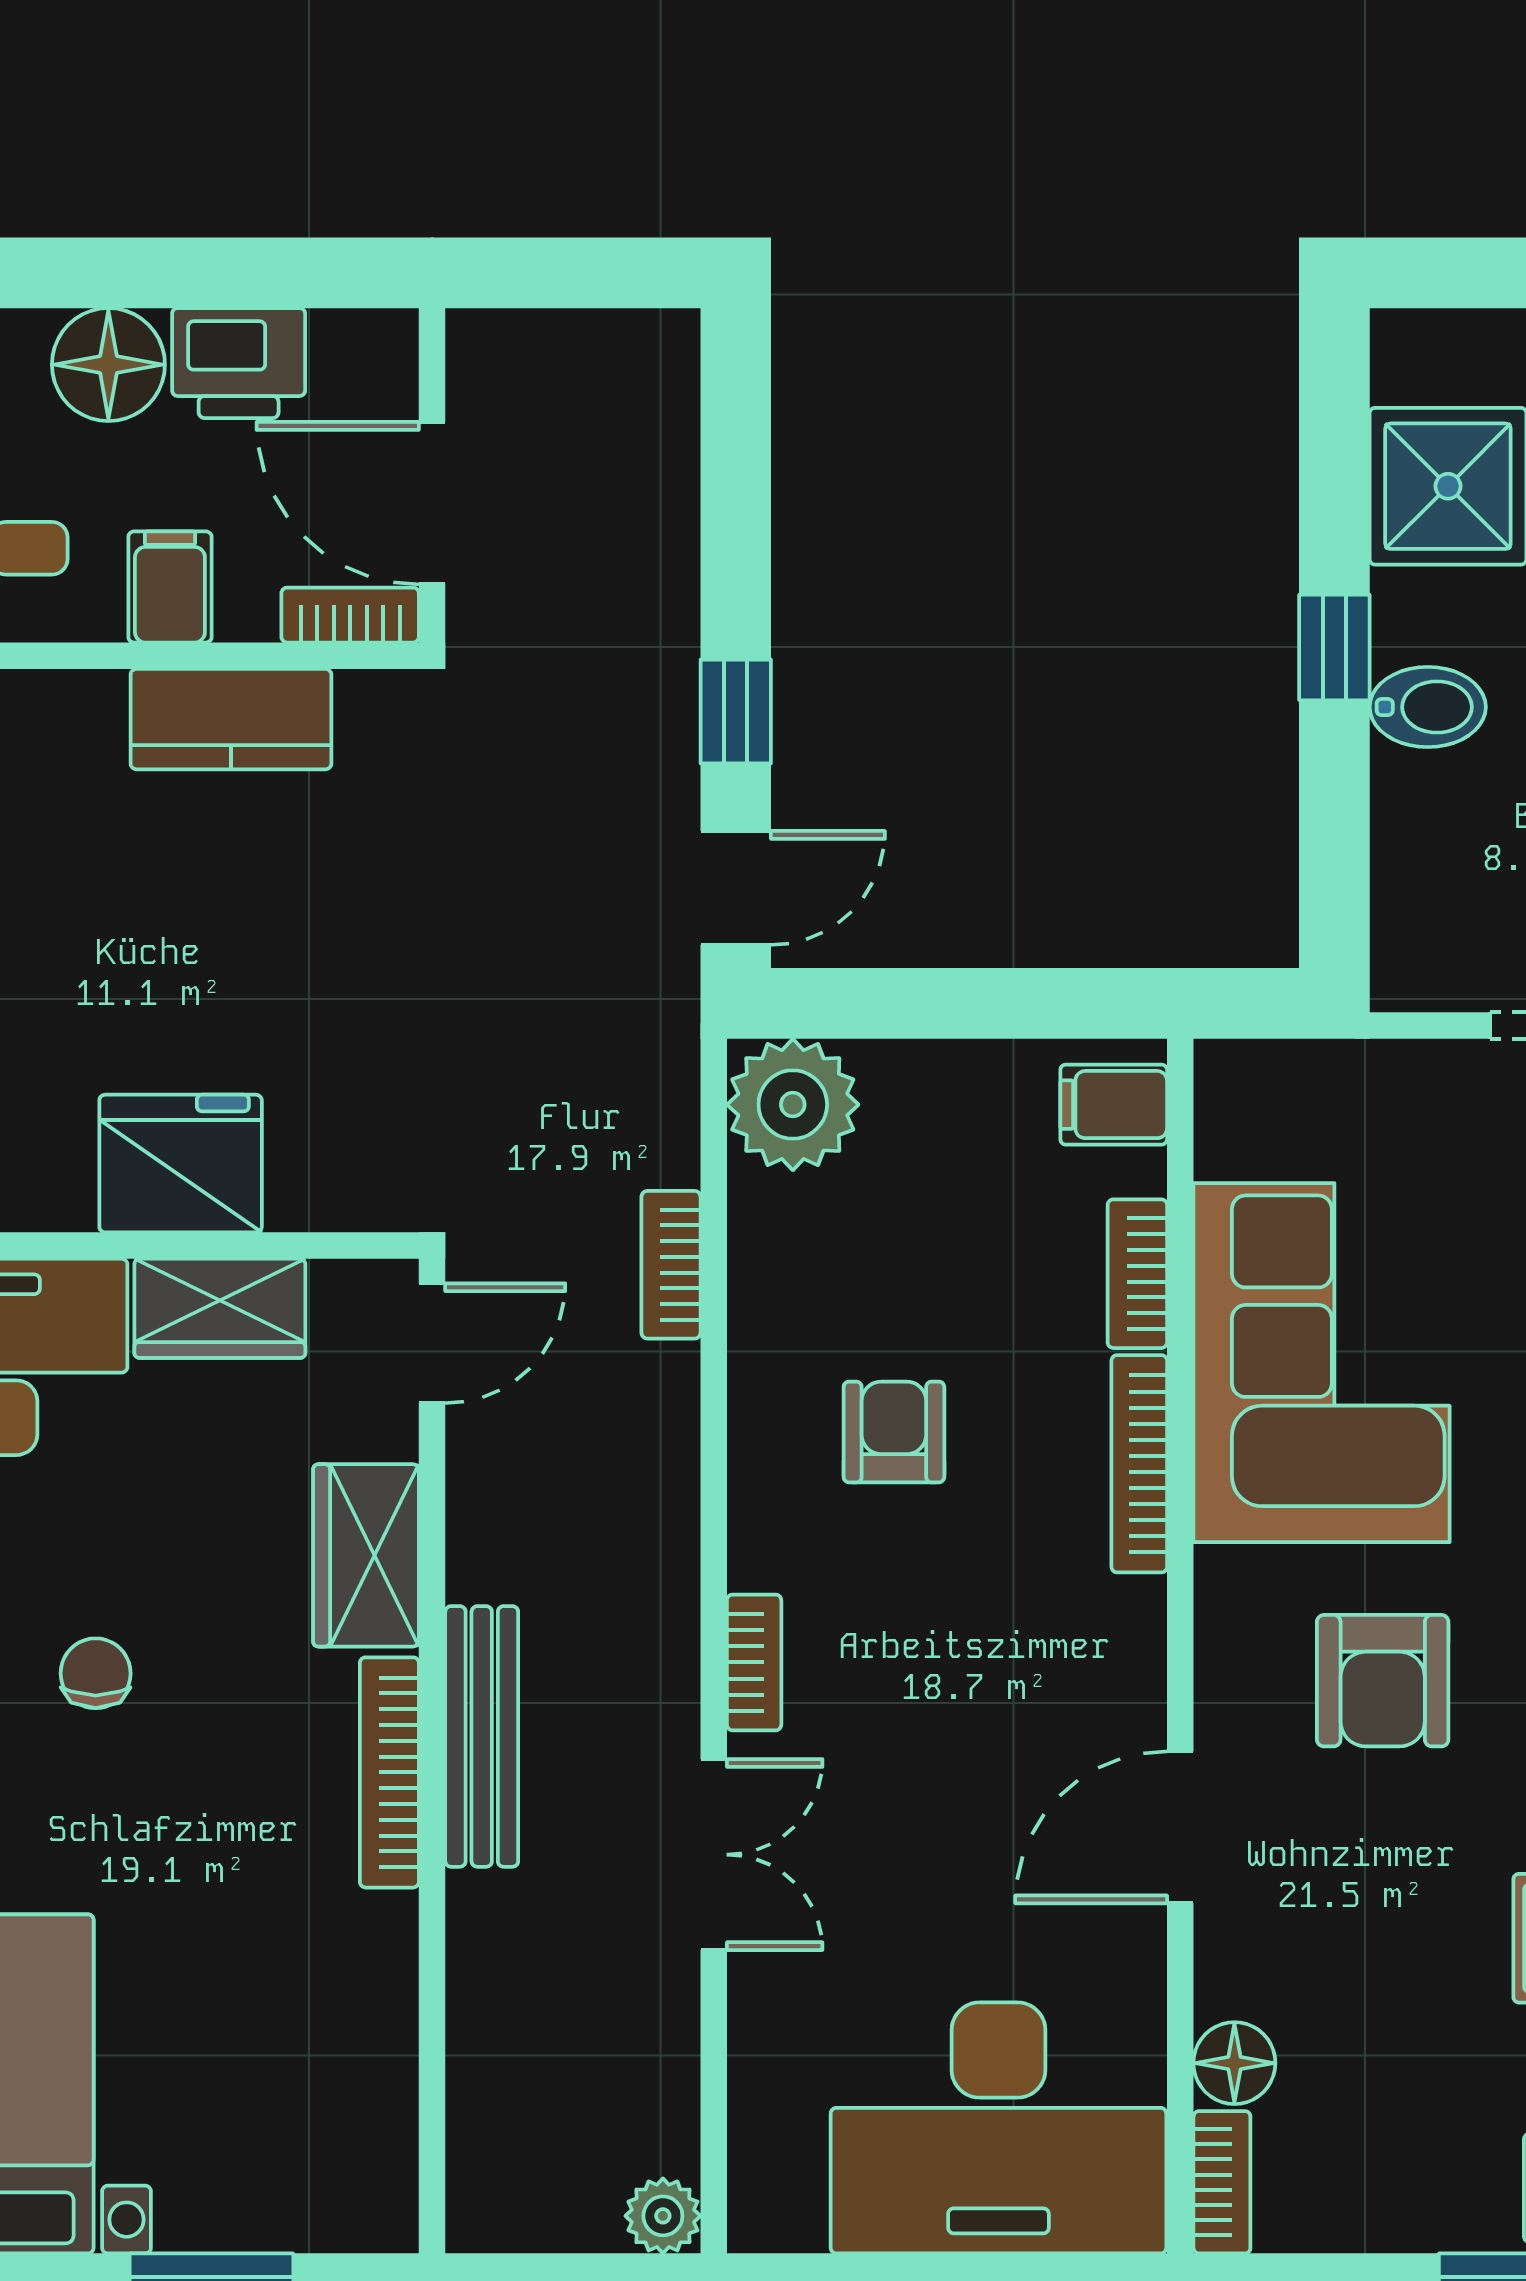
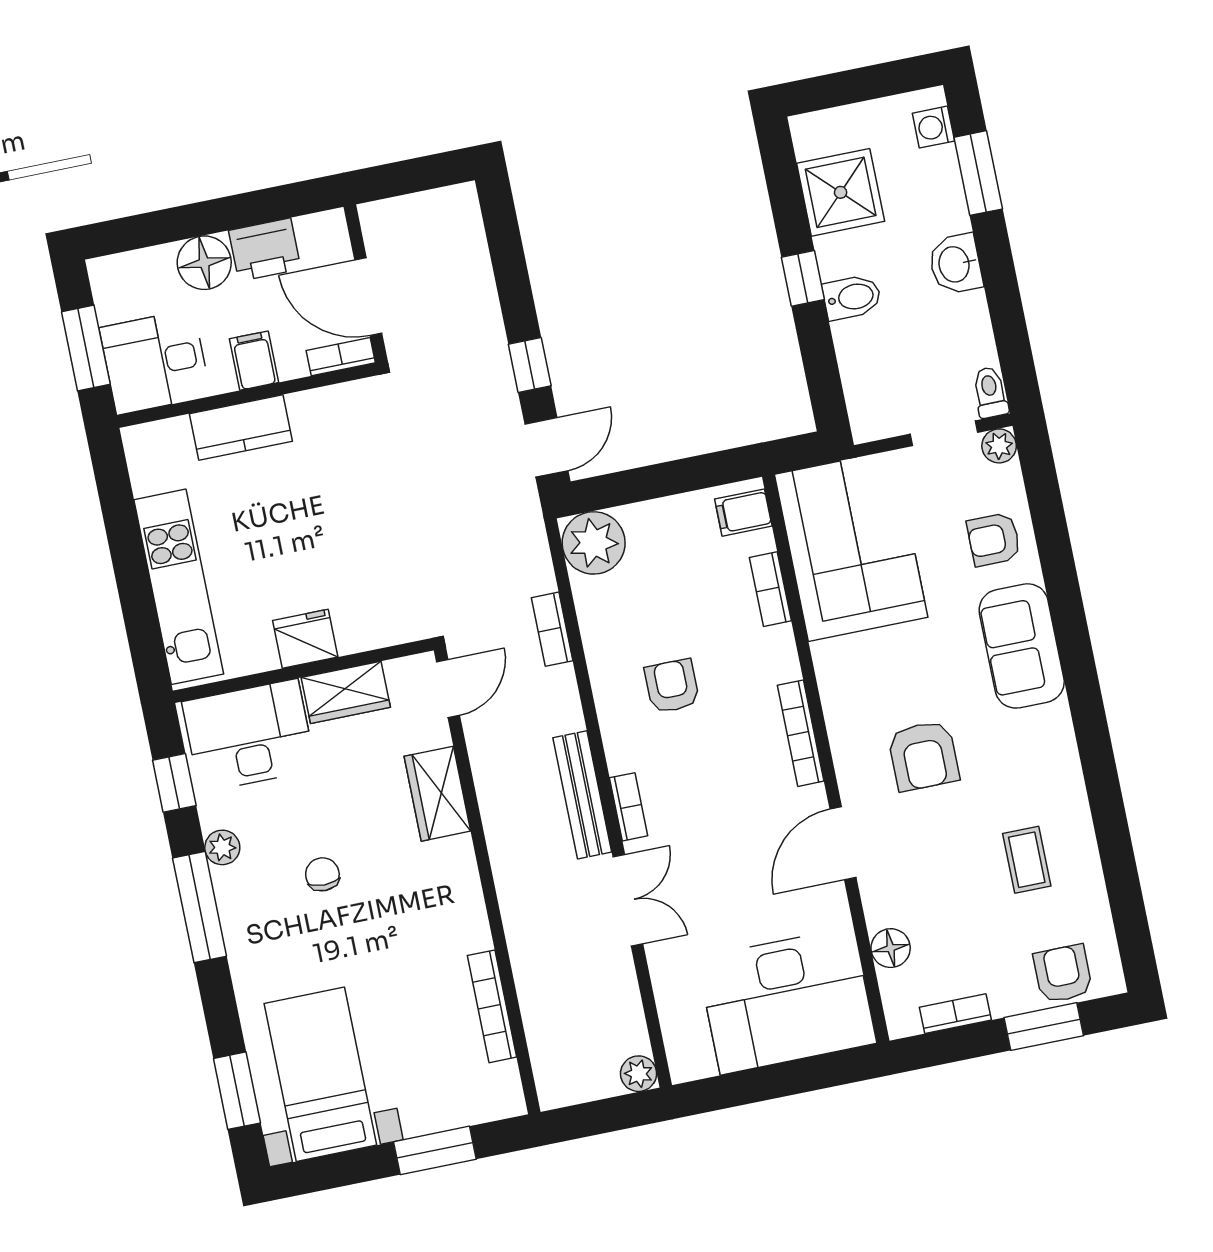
kitchen counter: (231, 719) -> (241, 427), moved
fridge: (181, 1164) -> (305, 639), width x0.73, depth x0.75
corner sofa: (1322, 1363) -> (851, 546), moved
bookcase: (1139, 1464) -> (801, 733), moved
bench: (482, 1736) -> (582, 795), moved
bookcase: (389, 1772) -> (492, 1006), moved
bookcase: (1222, 2182) -> (955, 1014), moved, turned -90

